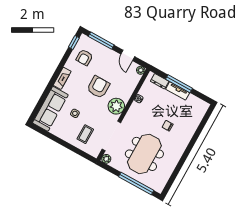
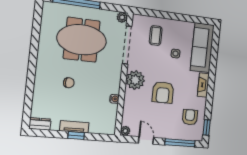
dresser: (160, 81) -> (40, 124), moved
window: (179, 84) -> (76, 136), width x0.46
meeting table: (144, 154) -> (82, 40), turned 90

